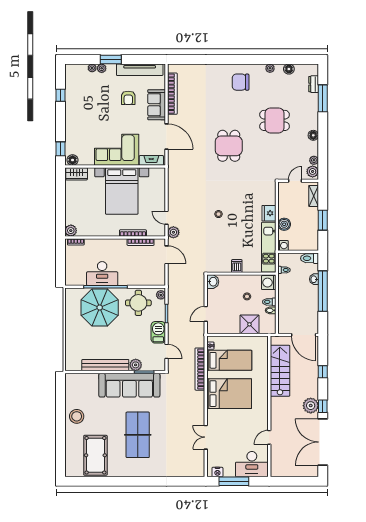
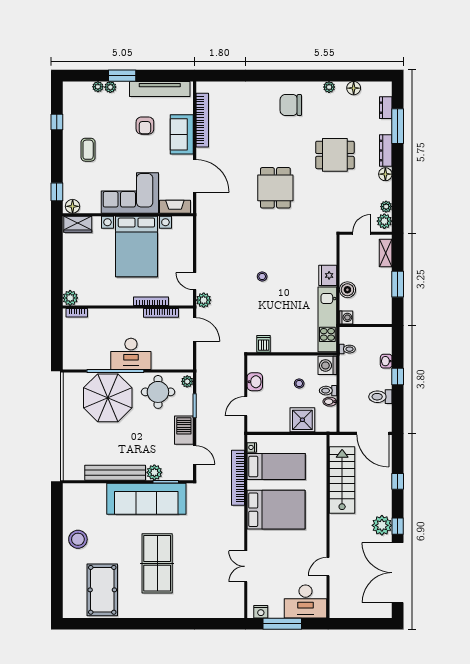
coffee table: (84, 116) -> (88, 150), added
dresser: (314, 117) -> (386, 151), added
toilet: (310, 258) -> (380, 397), moved
dishwasher: (237, 266) -> (264, 344), moved
desk: (102, 274) -> (131, 354), moved
washbasin: (213, 282) -> (255, 382), moved
window: (323, 291) -> (398, 376), width x0.32

